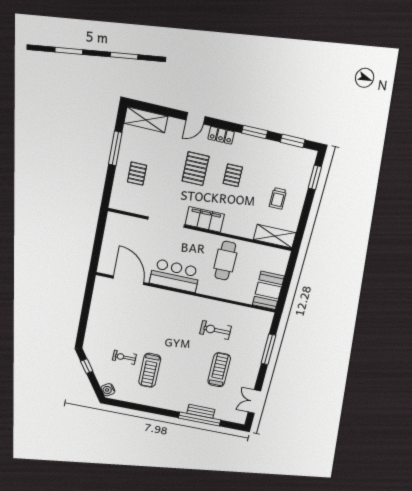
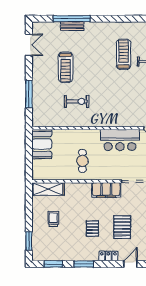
cafe table: (225, 261) -> (82, 161), width x0.73, depth x0.74

